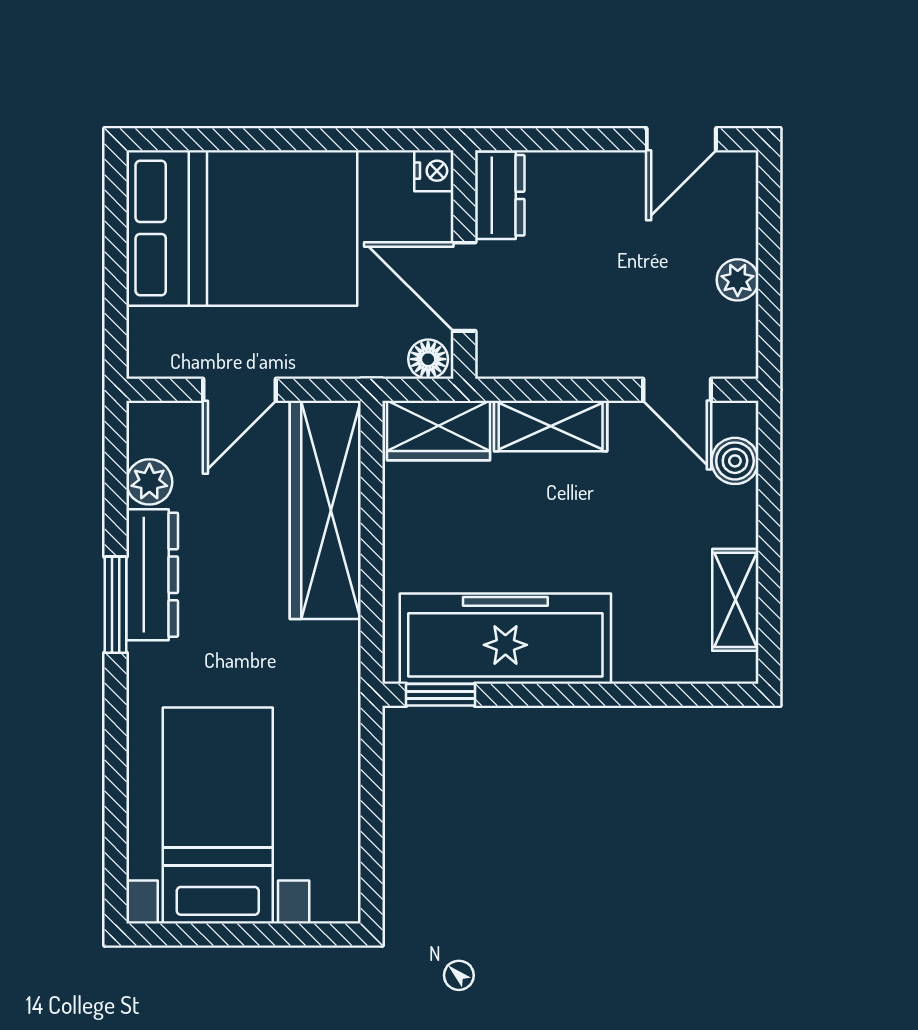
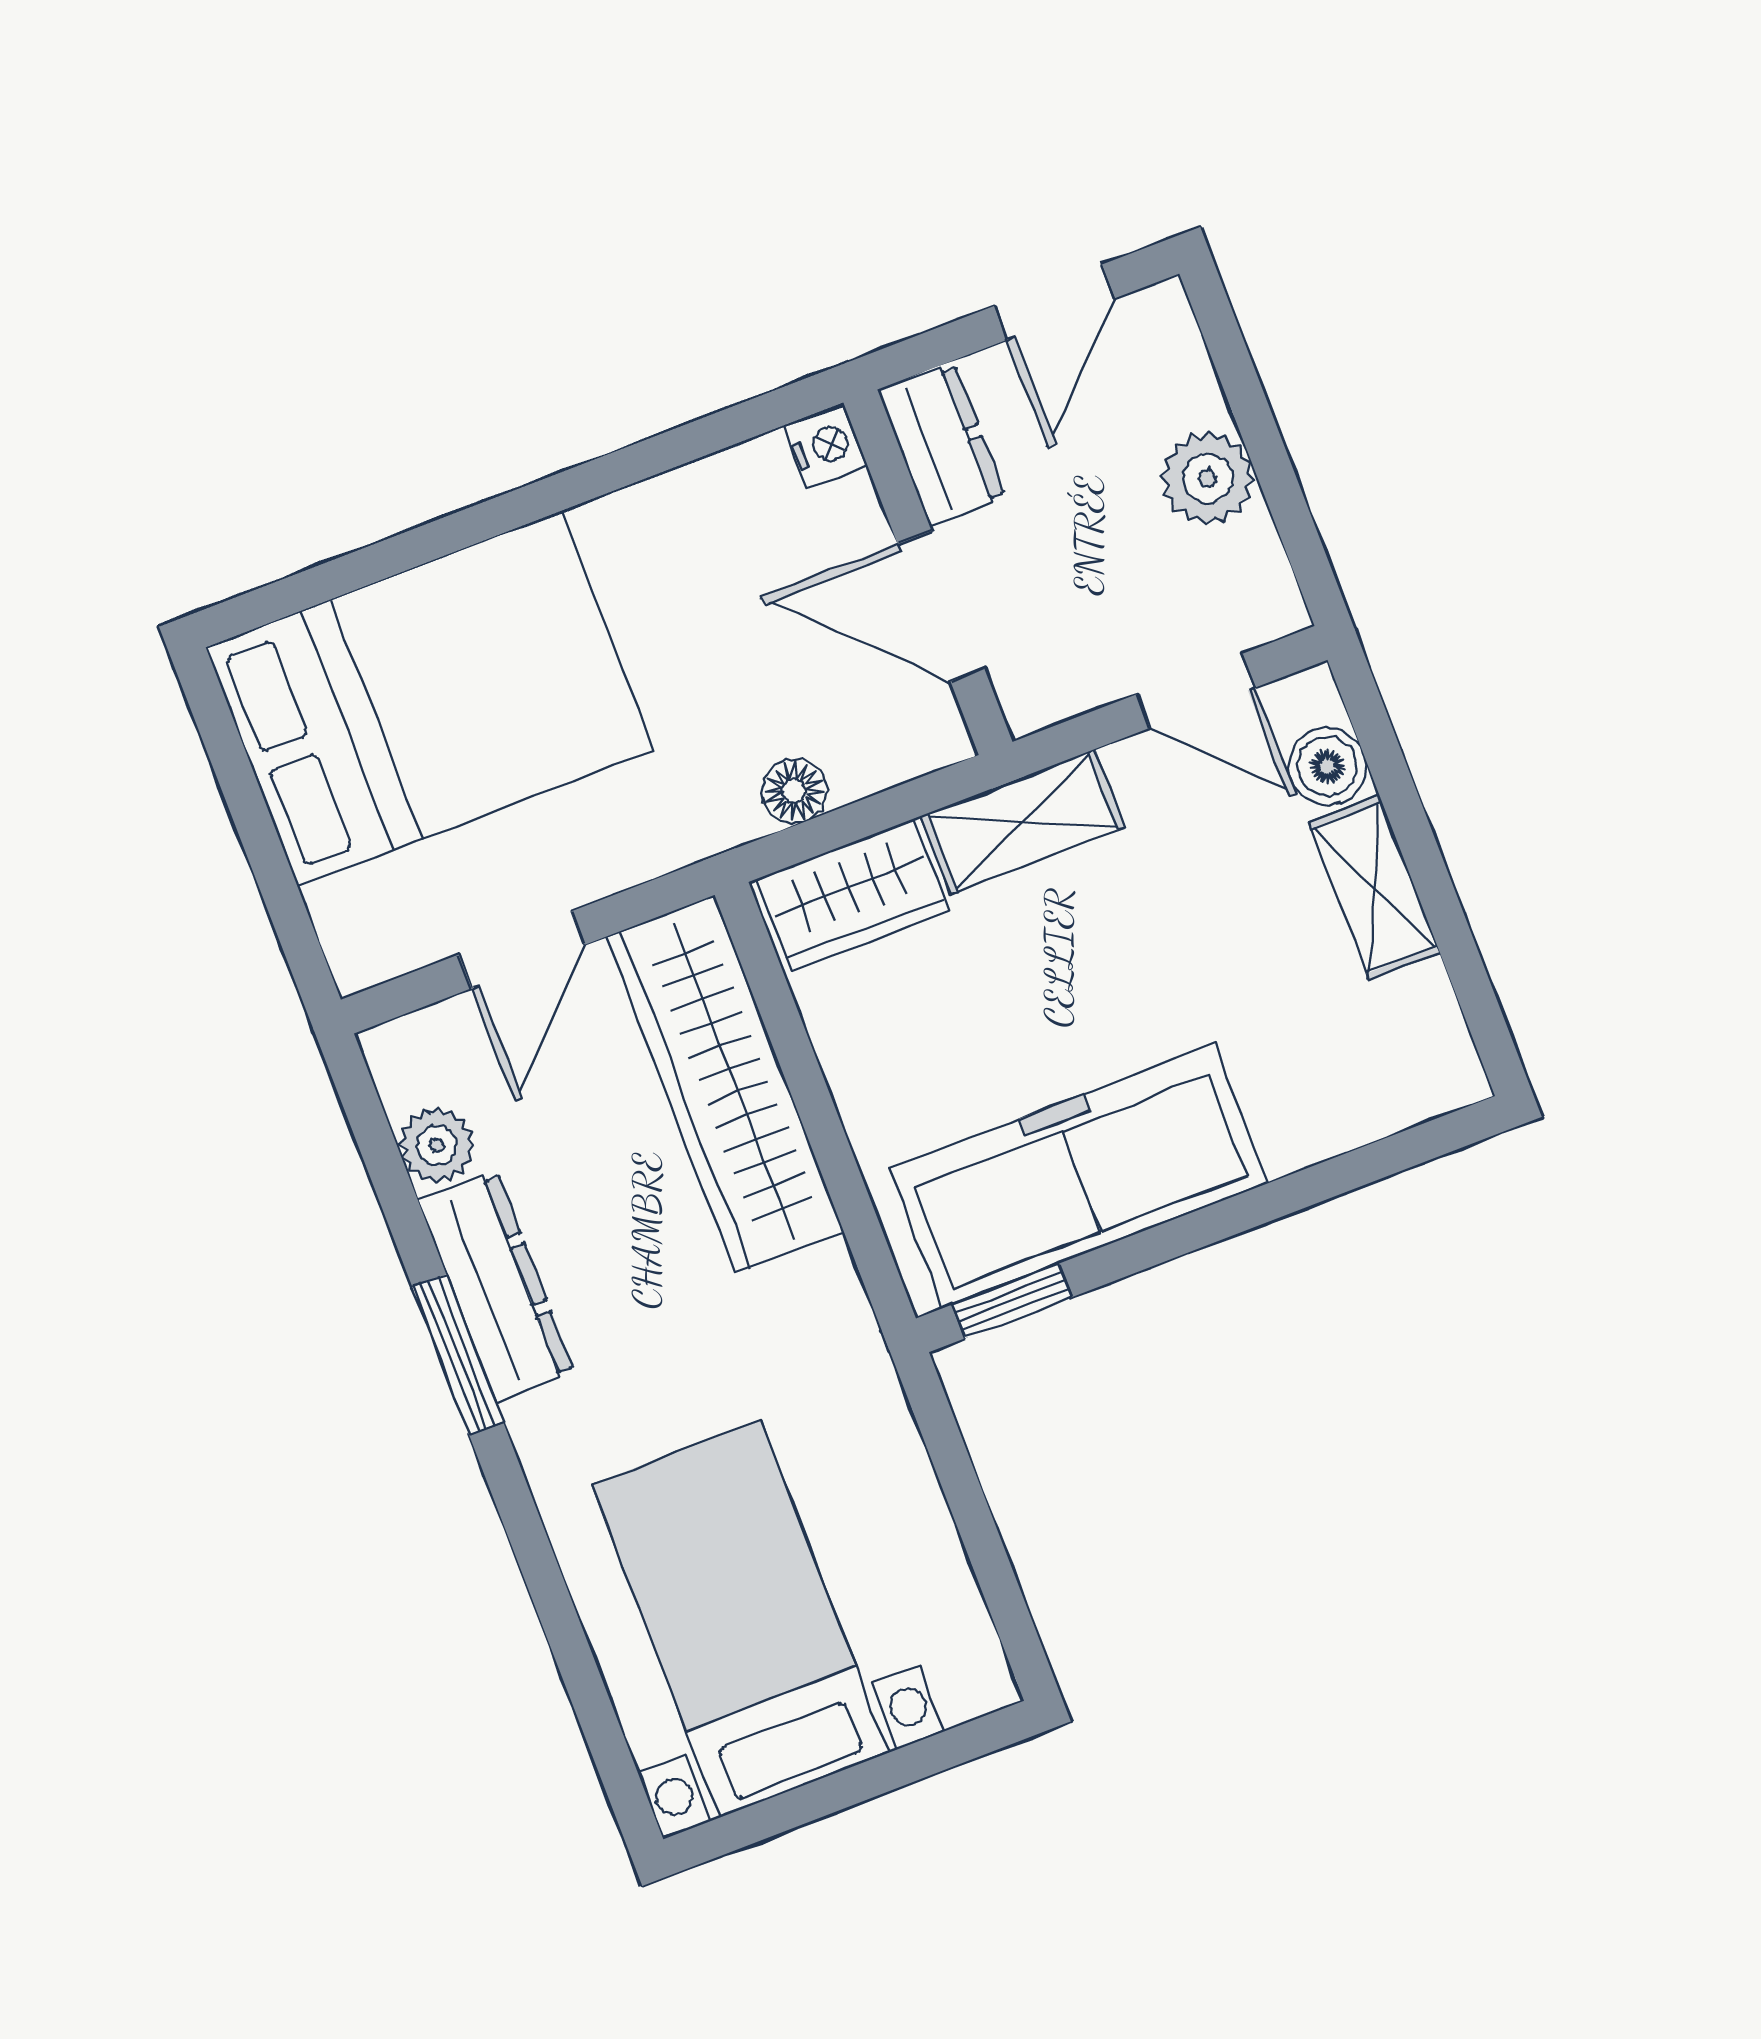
nightstand: (434, 171) -> (826, 446), moved
dresser: (500, 195) -> (942, 444), moved
wall: (464, 265) -> (928, 572), moved
plant: (738, 280) -> (1208, 478), width x1.38, depth x1.38
door: (464, 287) -> (941, 606), moved
shelving: (735, 600) -> (1374, 887), moved

